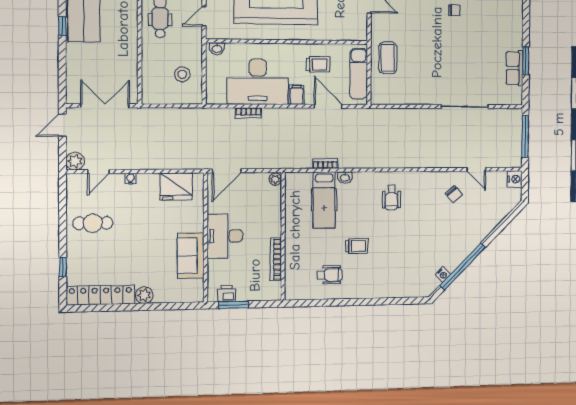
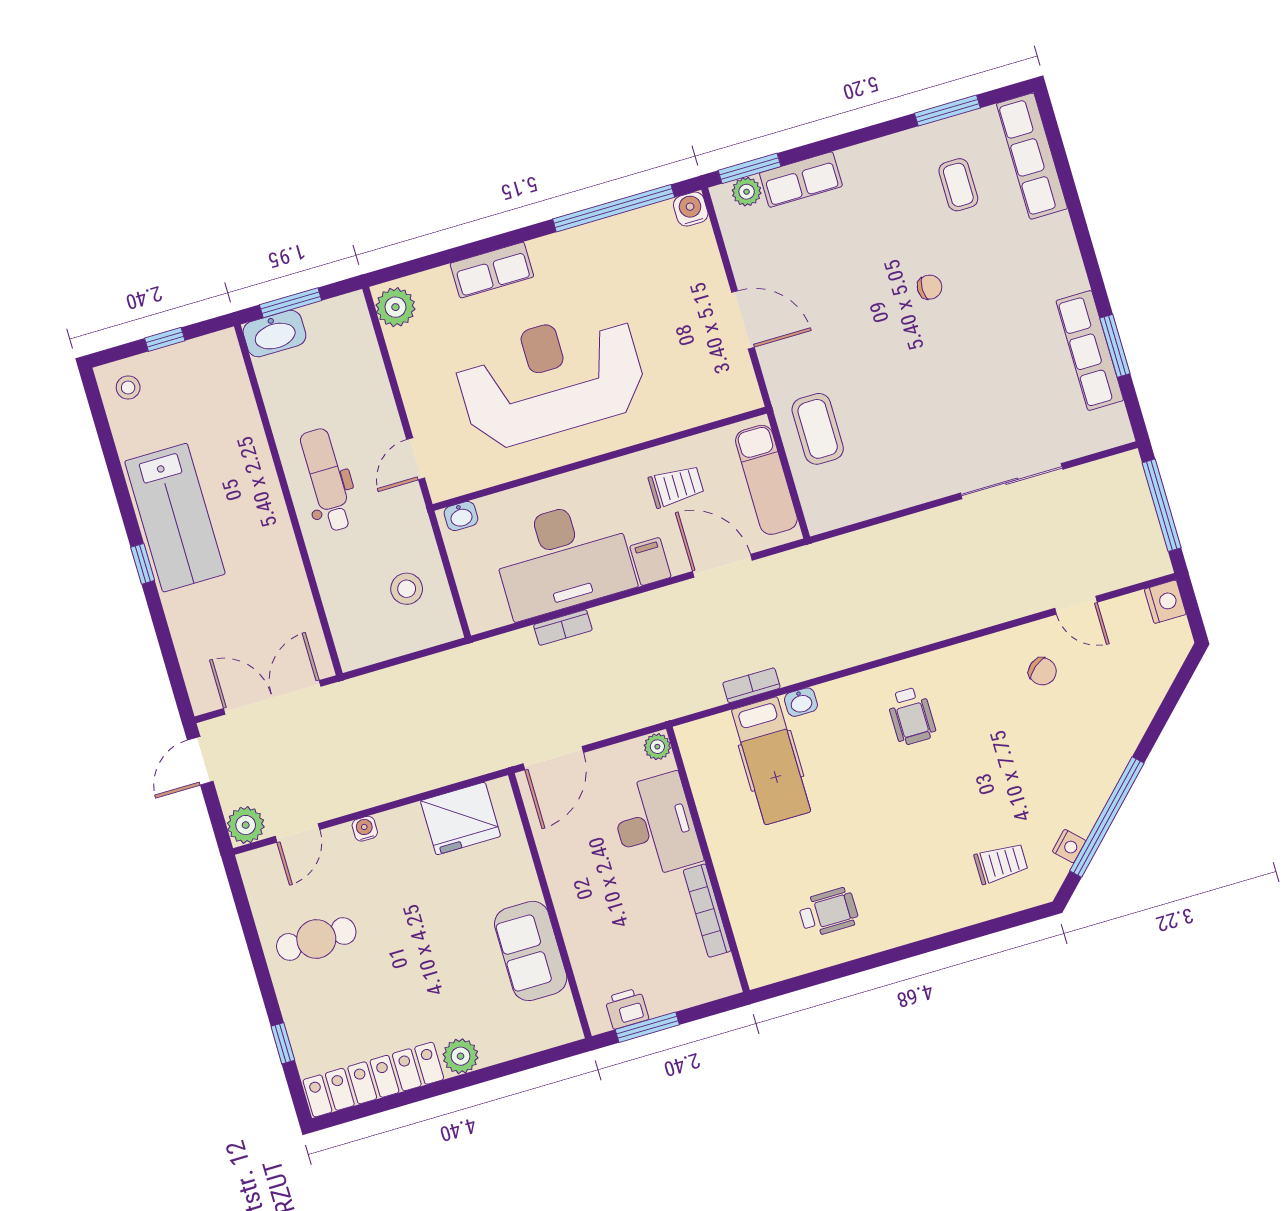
row of seats: (514, 68) -> (1090, 350), width x1.48
desk: (225, 236) -> (656, 826), moved, turned 180
trolley: (357, 246) -> (1001, 863), moved

